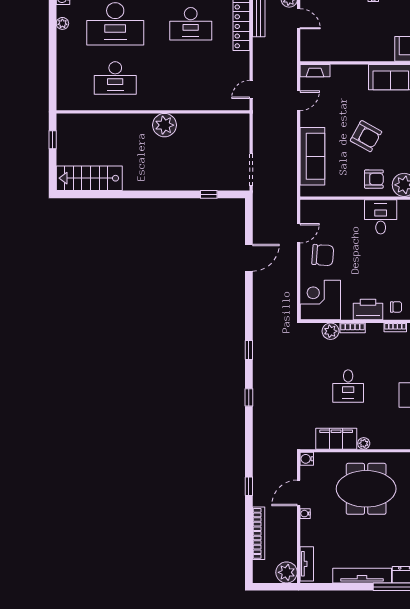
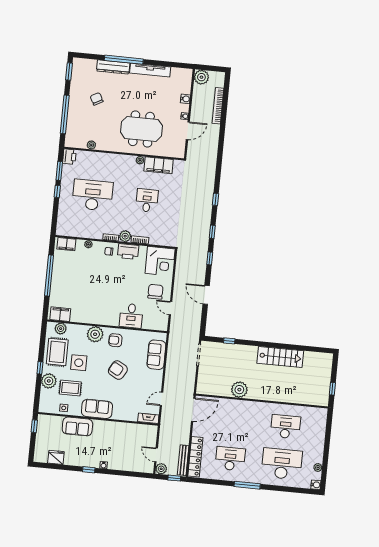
door: (251, 89) -> (193, 410), width x1.88
plant: (165, 125) -> (239, 390), moved
sofa: (312, 156) -> (156, 355), width x0.73
stairs: (89, 178) -> (280, 357), moved
desk: (381, 217) -> (131, 316), moved
door: (299, 233) -> (170, 308), hinge flipped
chair: (323, 255) -> (155, 292), turned 86
door: (249, 258) -> (206, 295), hinge flipped
plant: (331, 331) -> (125, 236), moved
water cooler: (307, 459) -> (185, 99), moved
window: (249, 486) -> (210, 258), moved
tv unit: (307, 564) -> (187, 82), removed

